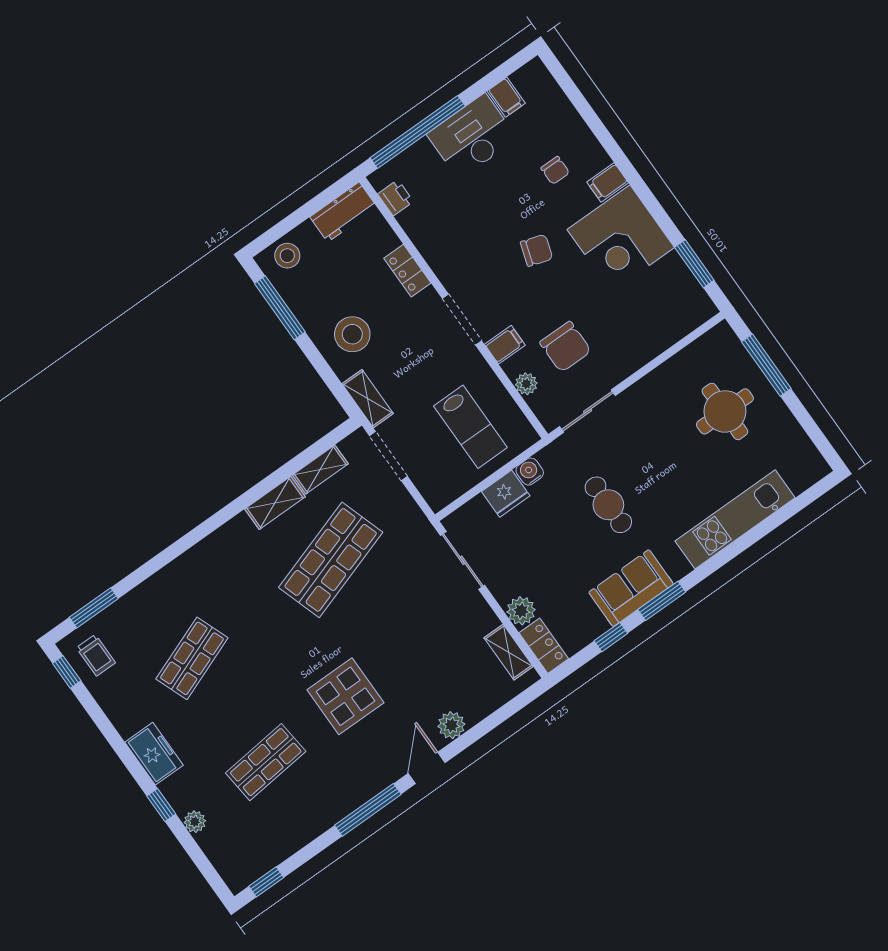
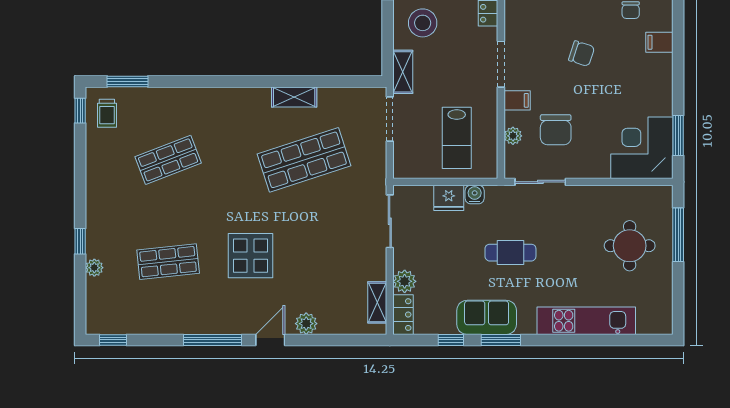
corner desk: (621, 239) -> (642, 148), moved, turned 90
shelving: (320, 469) -> (339, 96), removed
cafe table: (608, 505) -> (510, 253), turned 90
freezer: (154, 754) -> (99, 204), removed

